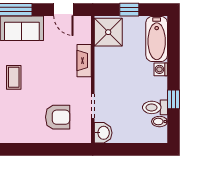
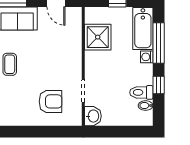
shower: (108, 32) -> (98, 37), moved
window: (174, 55) -> (159, 43), added
fireplace: (84, 61) -> (75, 49), removed

